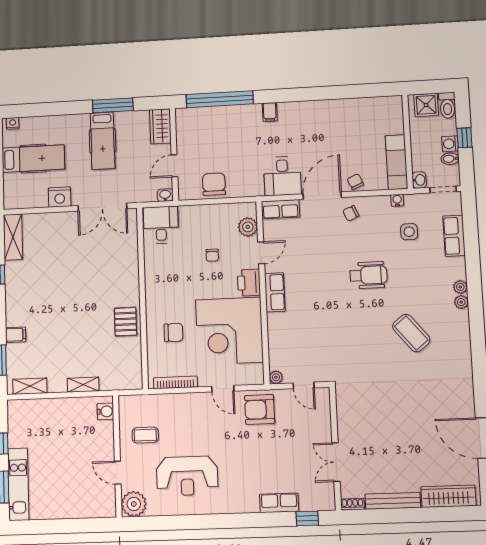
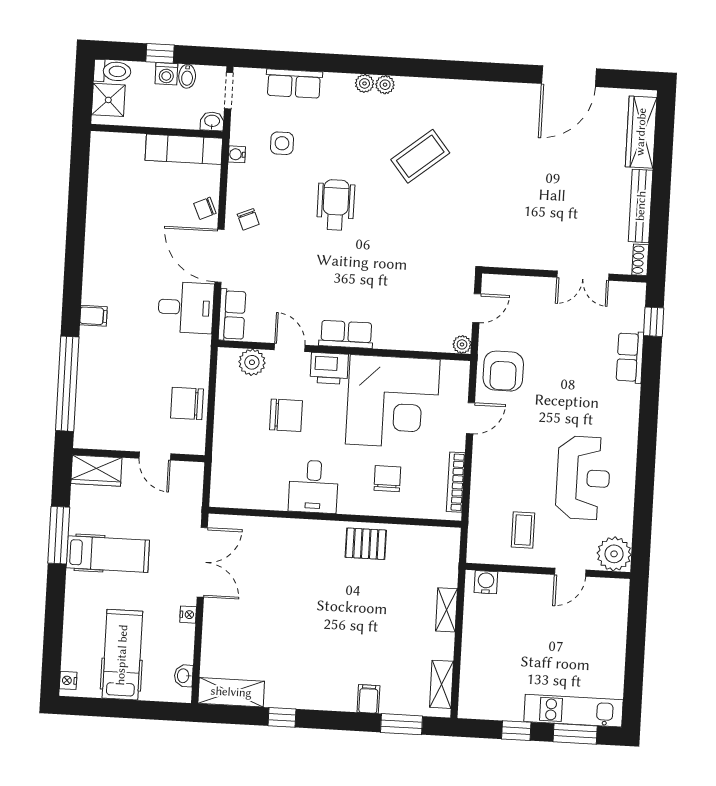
washbasin: (165, 195) -> (184, 676), moved
nightstand: (60, 197) -> (188, 615), width x0.53, depth x0.56
desk: (161, 225) -> (313, 487), moved, turned -90
chair: (212, 255) -> (286, 415), width x1.87, depth x1.87

